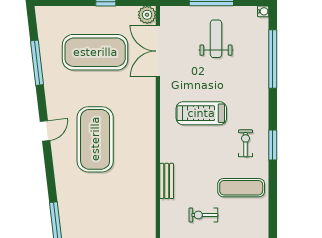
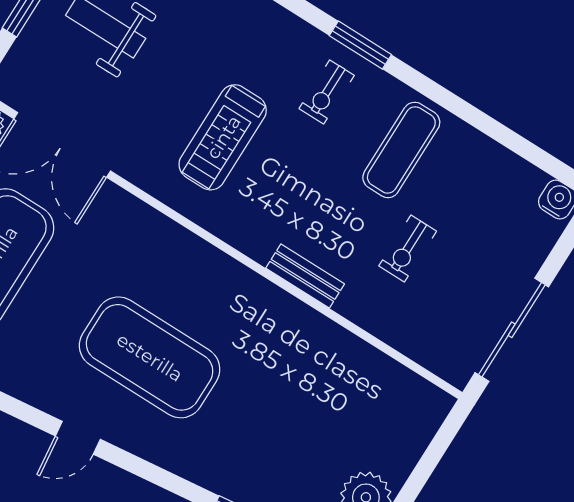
door: (45, 131) -> (78, 438), swing flipped
exercise bike: (246, 143) -> (327, 92), turned -90

